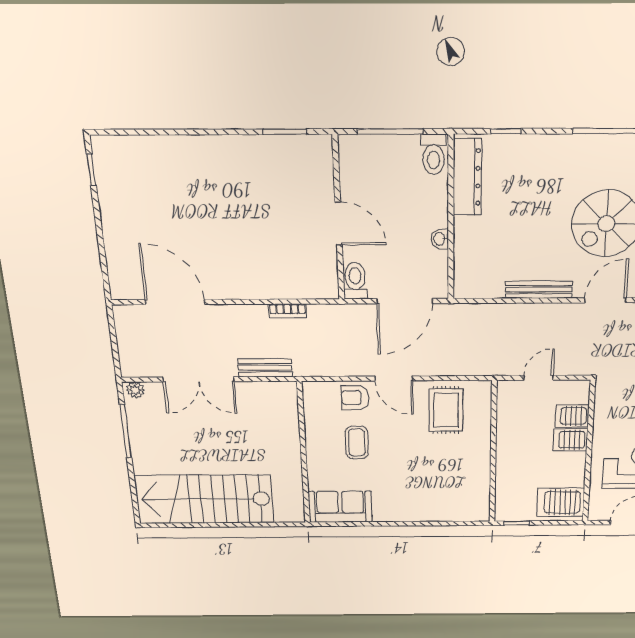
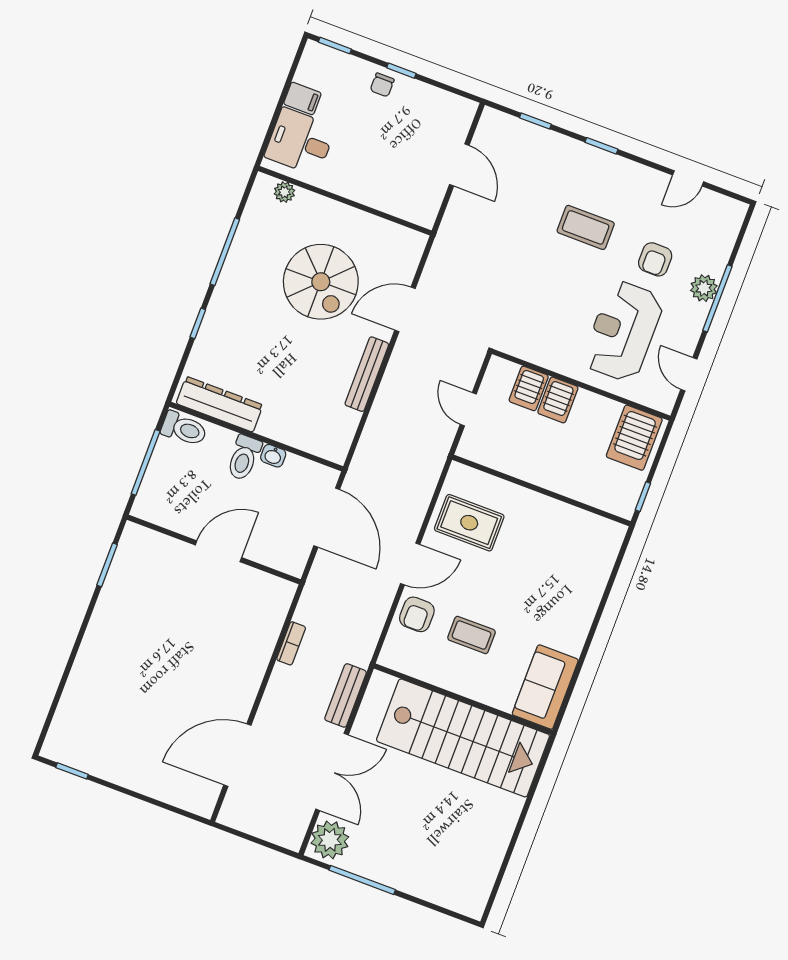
window: (506, 131) -> (198, 323), moved
toilet: (355, 281) -> (244, 458), moved, turned -90
door: (605, 300) -> (405, 309), hinge flipped
plant: (135, 390) -> (330, 840), width x1.88, depth x1.88
stairs: (204, 499) -> (463, 738), moved, turned -90

